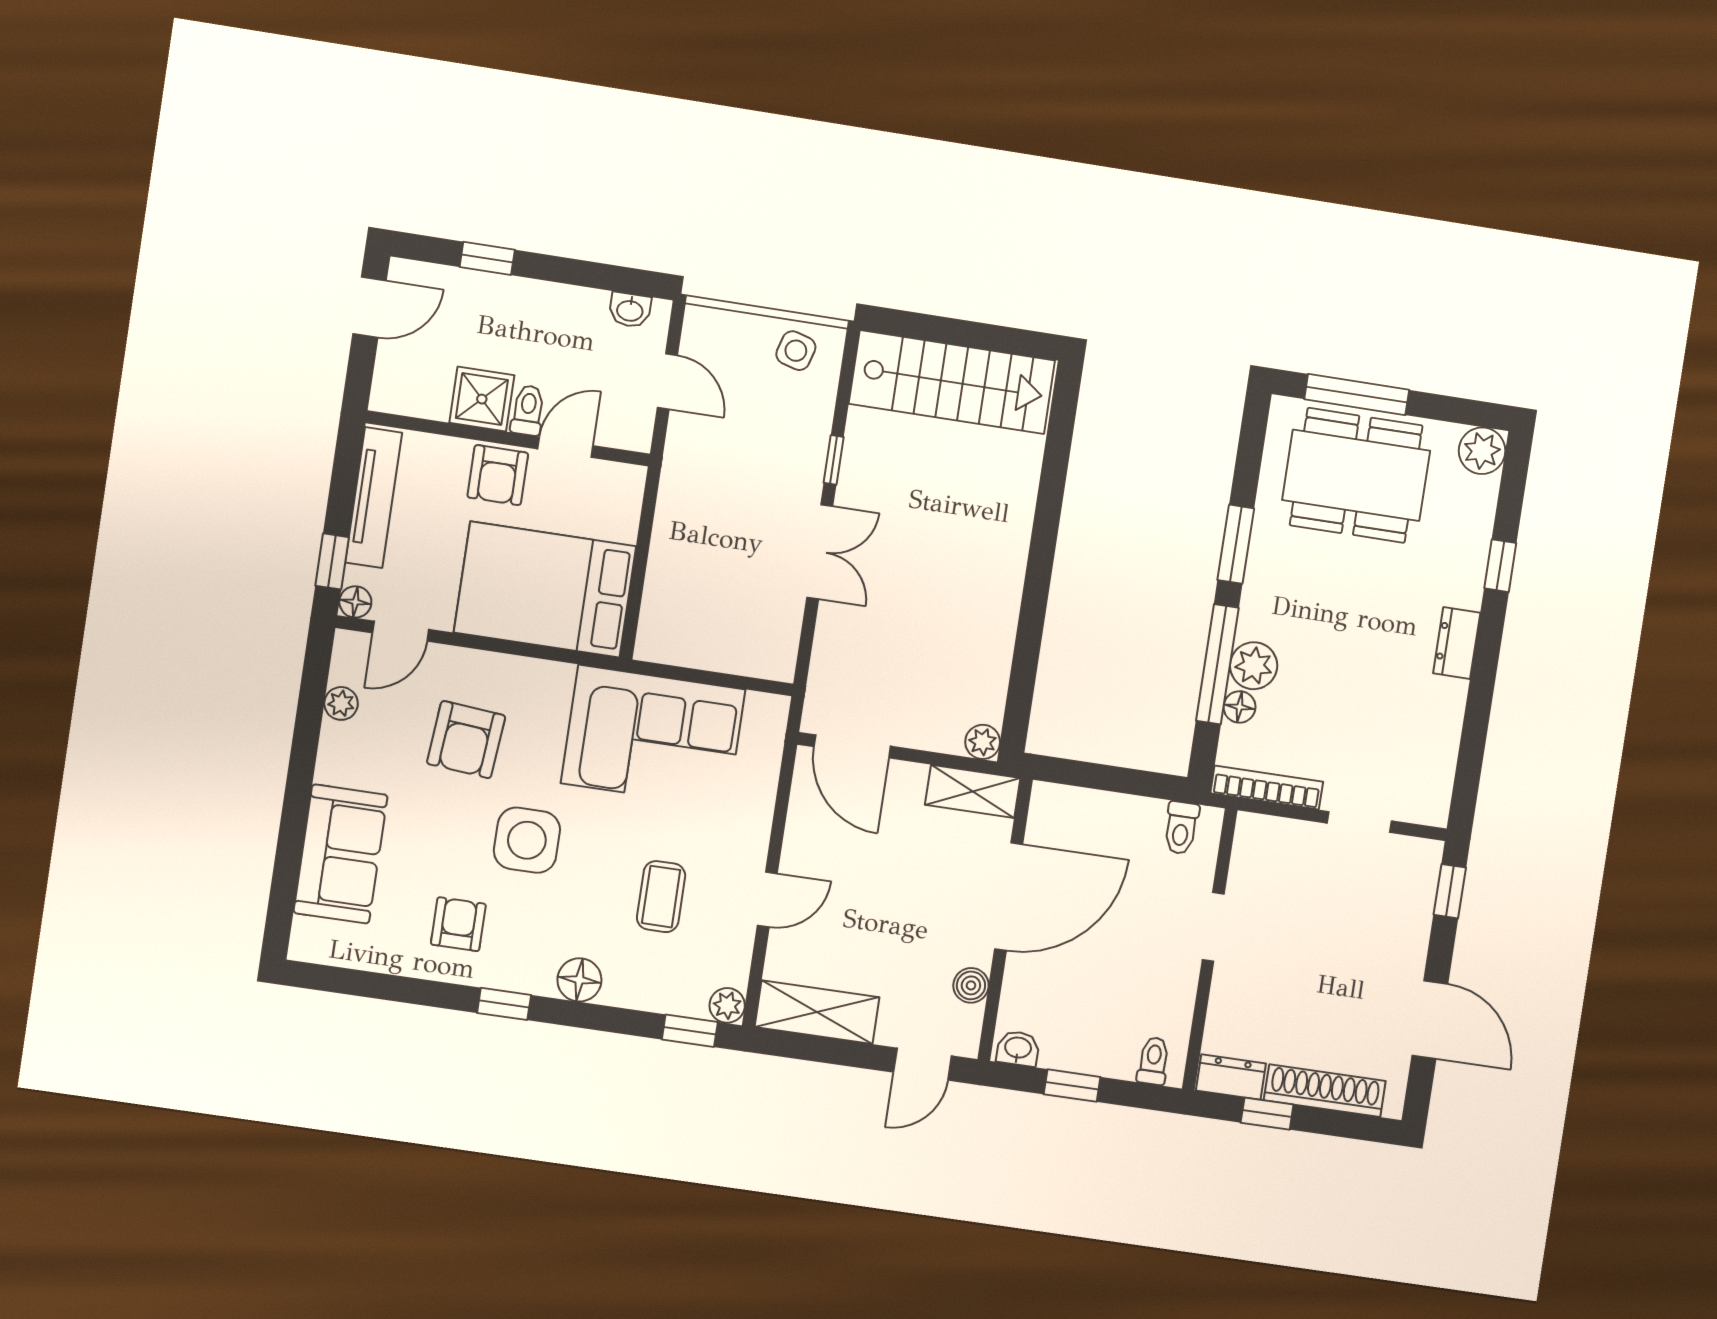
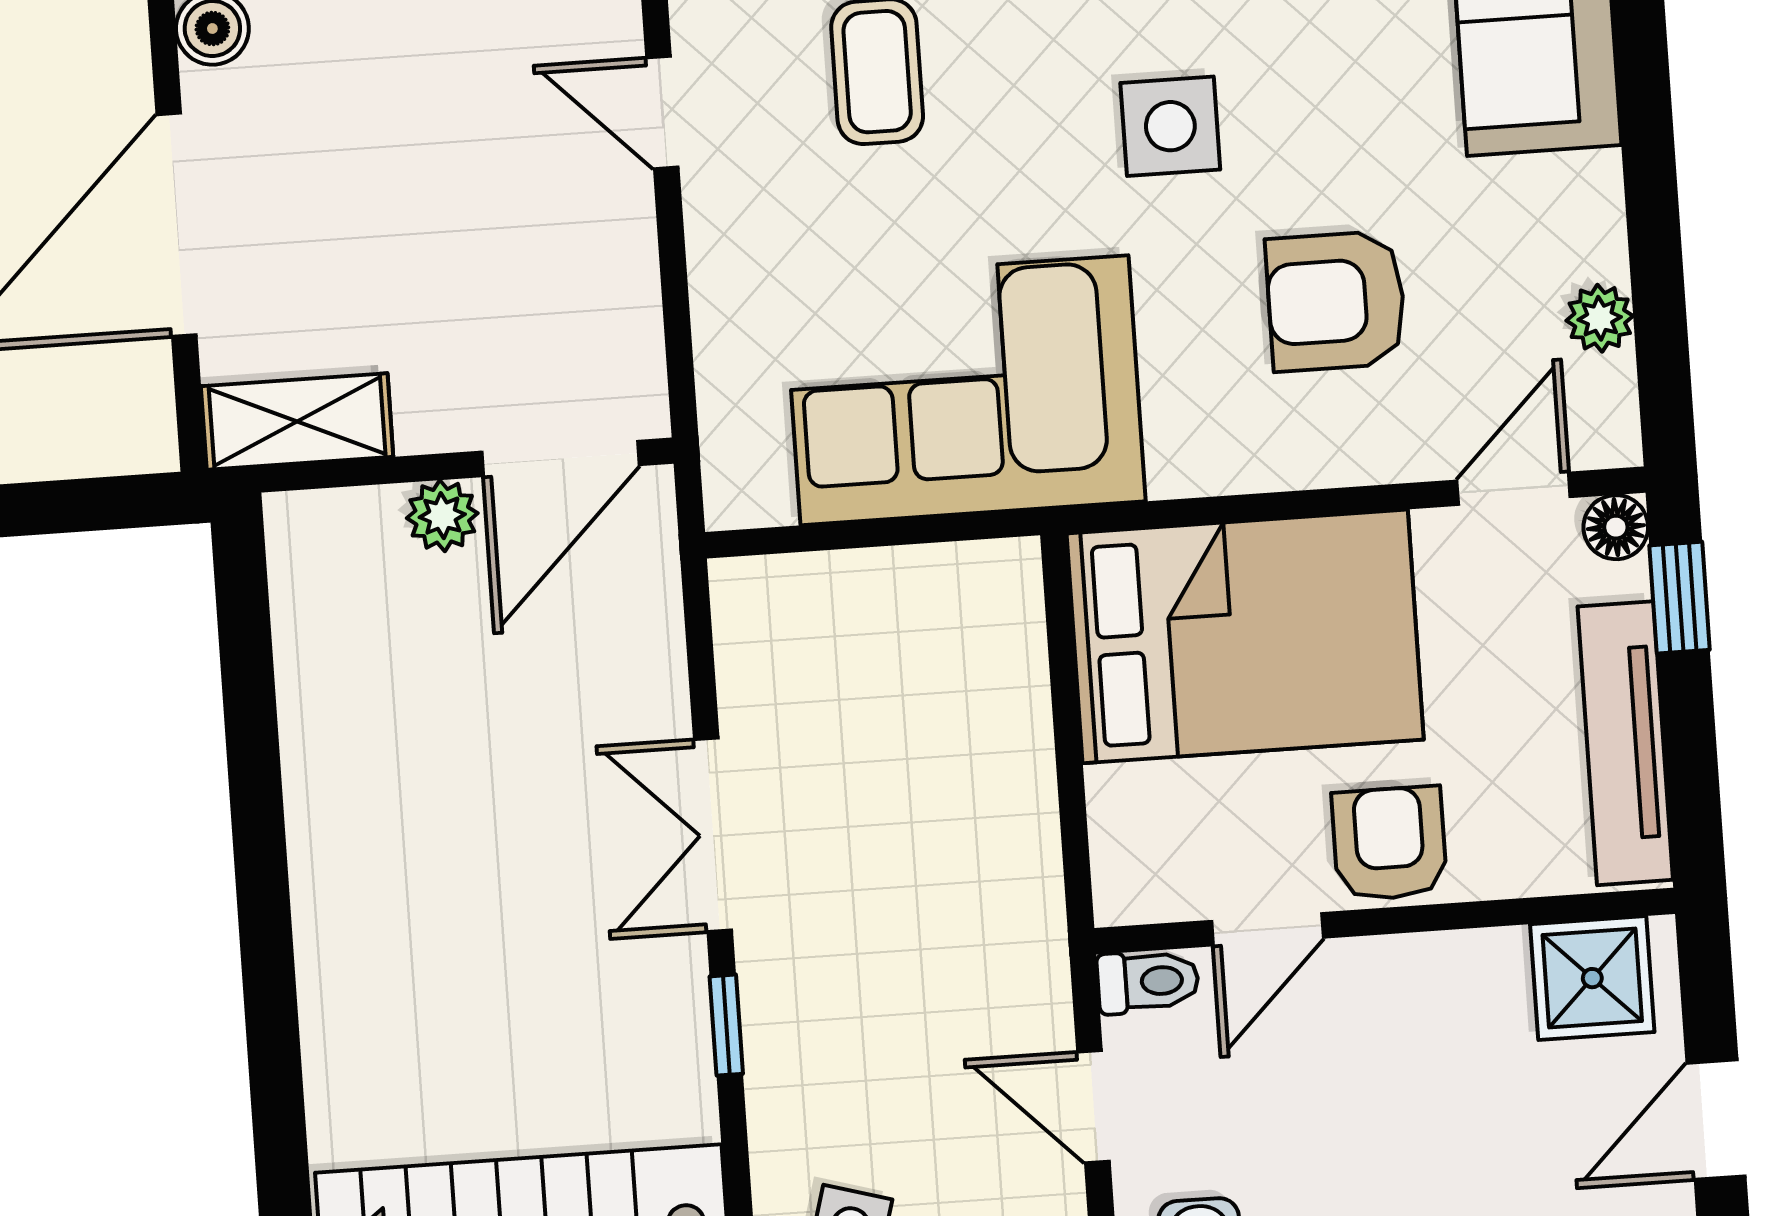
shower: (482, 399) -> (1592, 978), moved
toilet: (528, 410) -> (1148, 982), moved, turned -90
armchair: (466, 740) -> (1336, 301), turned -95
plant: (983, 742) -> (442, 516), moved
door: (852, 746) -> (561, 458), swing flipped
side table: (527, 840) -> (1170, 126), width x0.73, depth x0.73
door: (767, 899) -> (662, 113), hinge flipped

